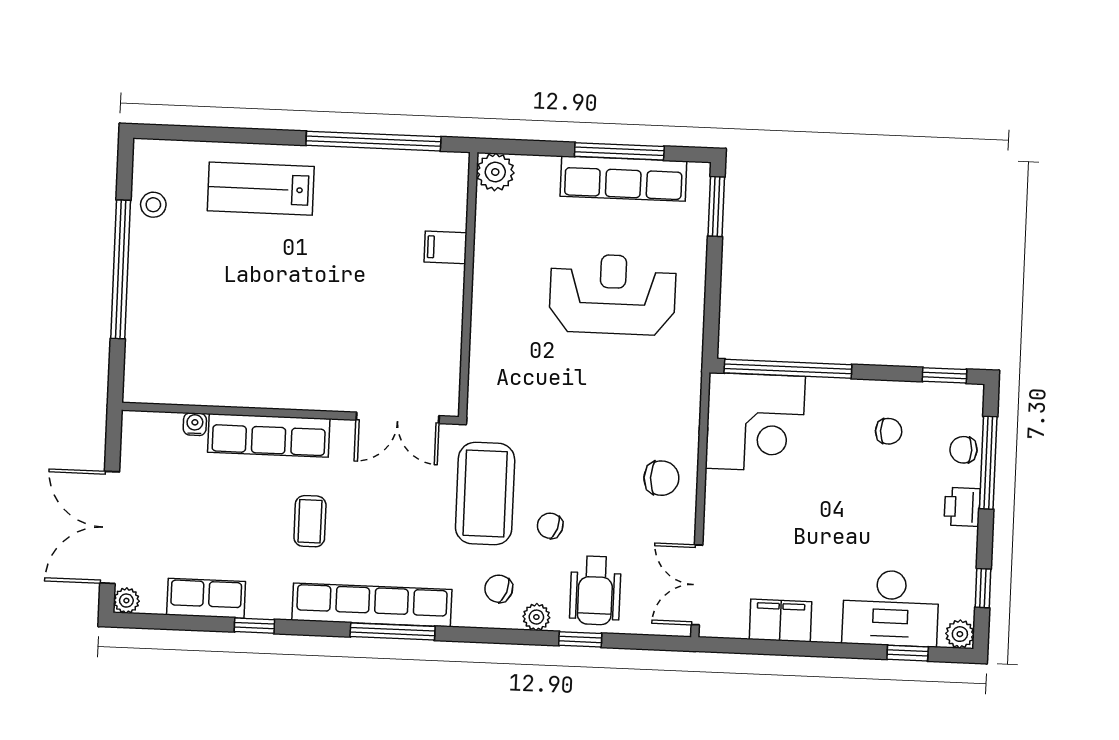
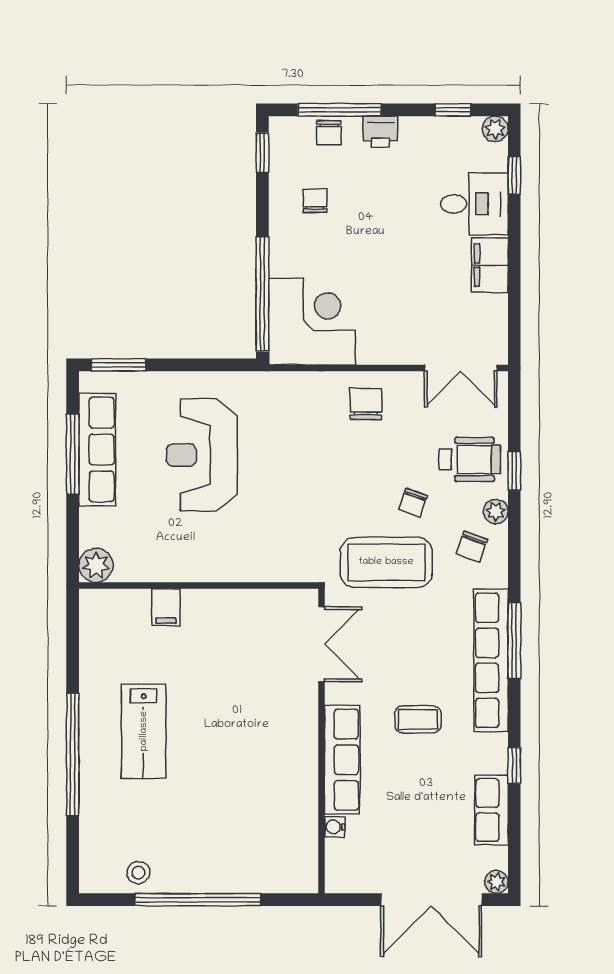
window: (373, 141) -> (73, 754), moved
lab bench: (261, 189) -> (144, 731), moved
desk: (891, 608) -> (474, 204), width x0.73
filing cabinet: (781, 621) -> (490, 265), moved

